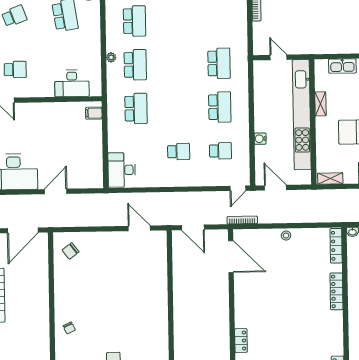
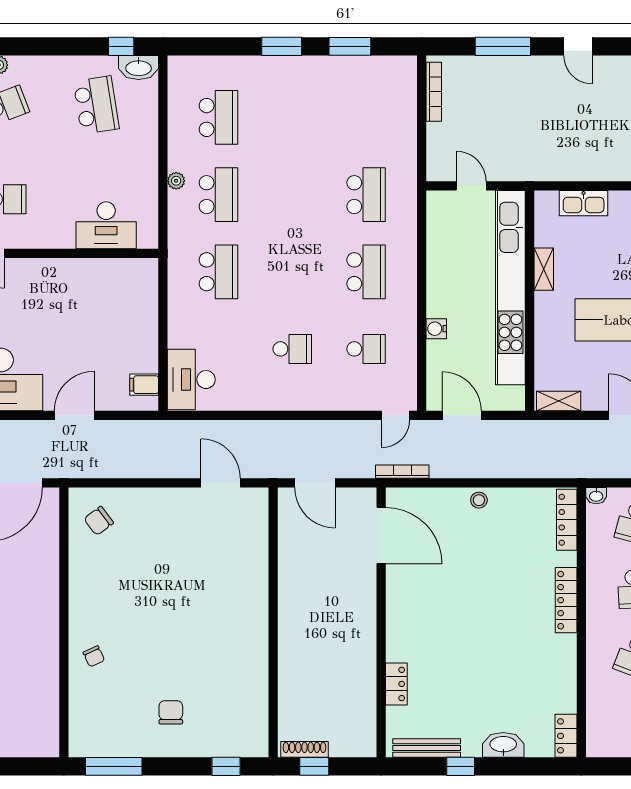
filing cabinet: (94, 113) -> (144, 385), moved

